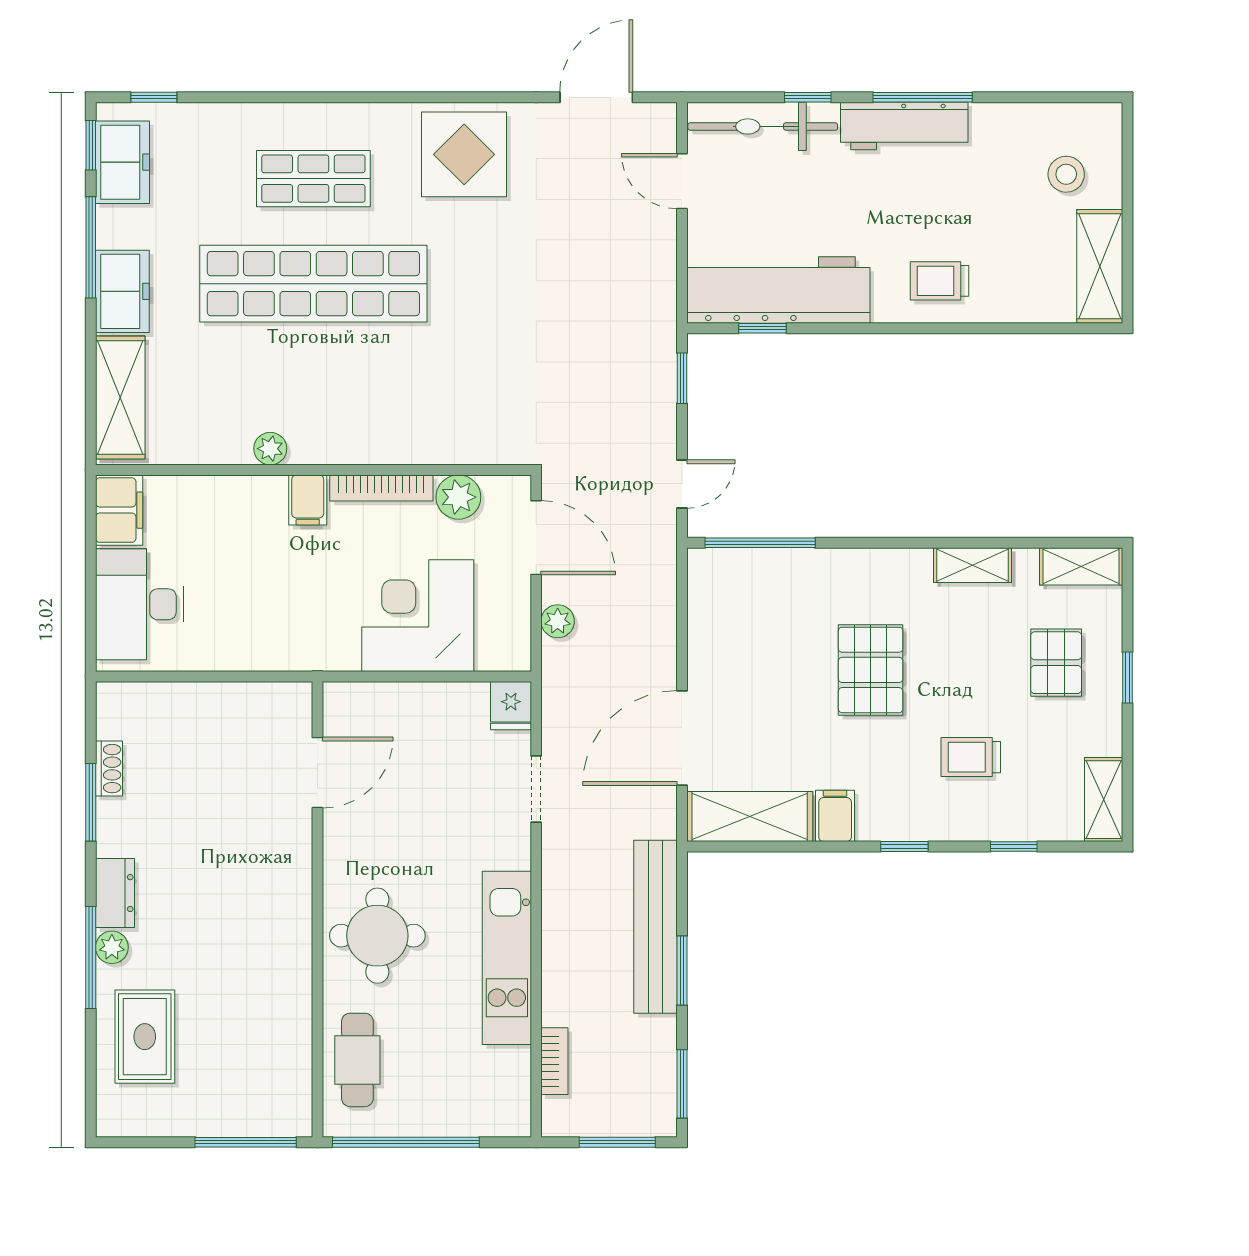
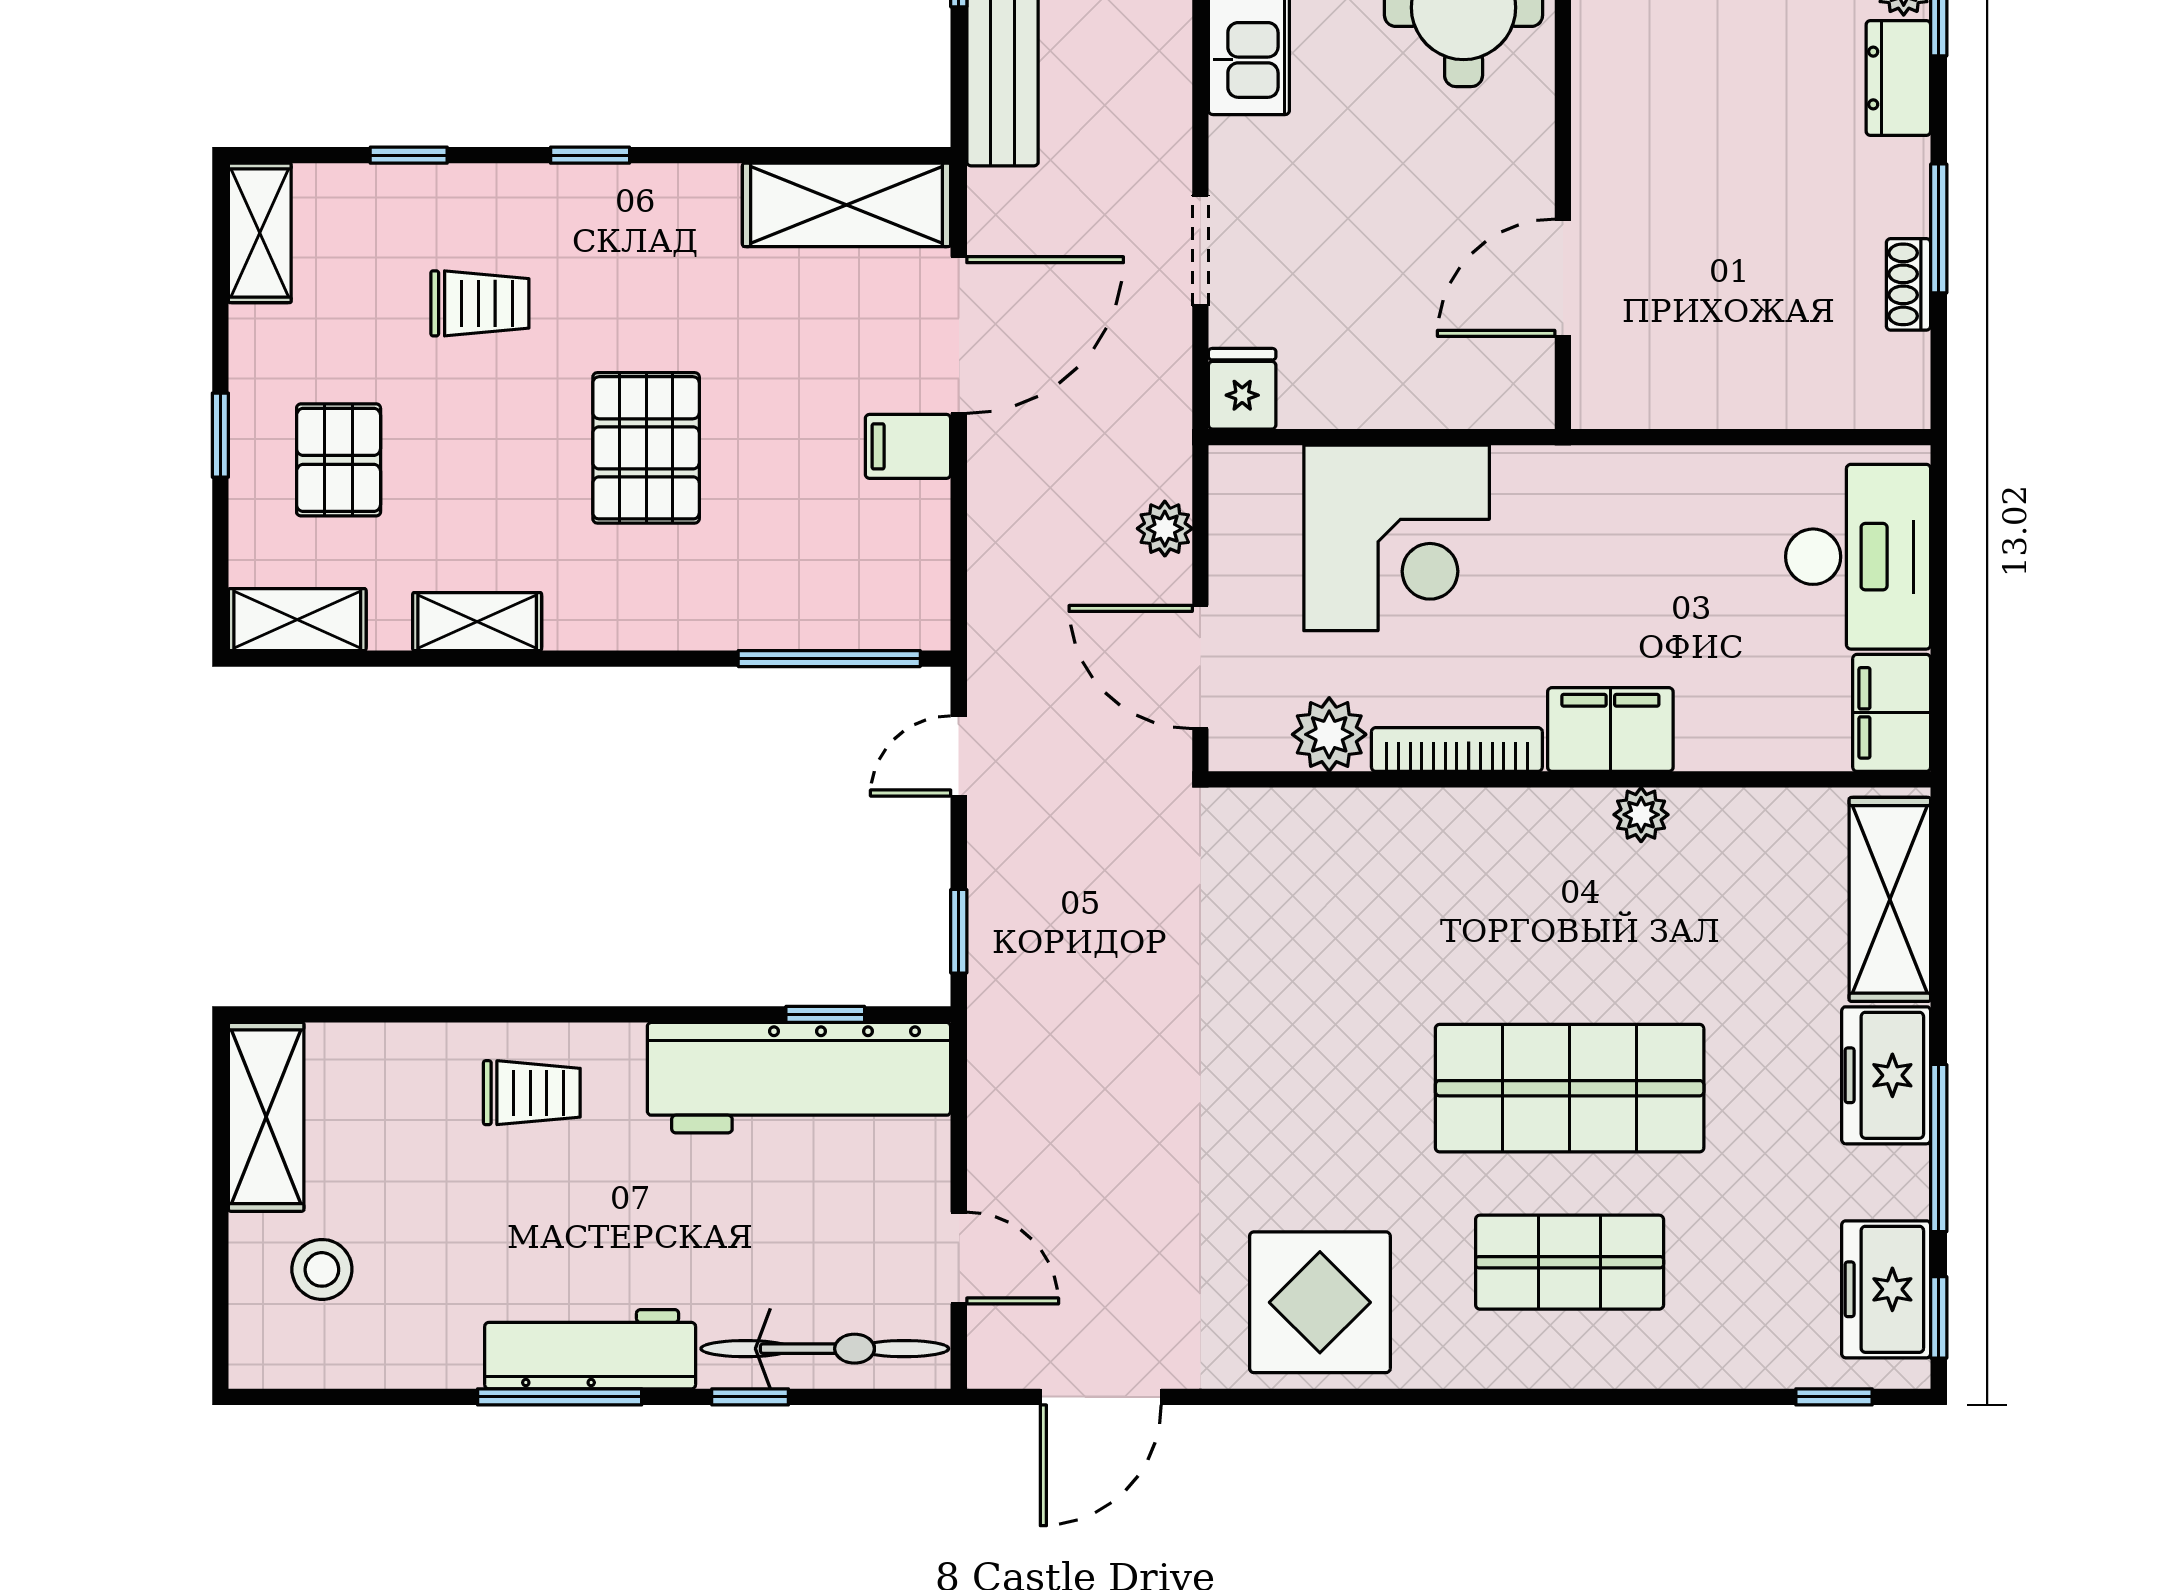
shop shelf: (313, 284) -> (1570, 1088), width x0.71
filing cabinet: (308, 500) -> (1610, 730), width x2.00
filing cabinet: (835, 816) -> (908, 446), moved, turned 90

